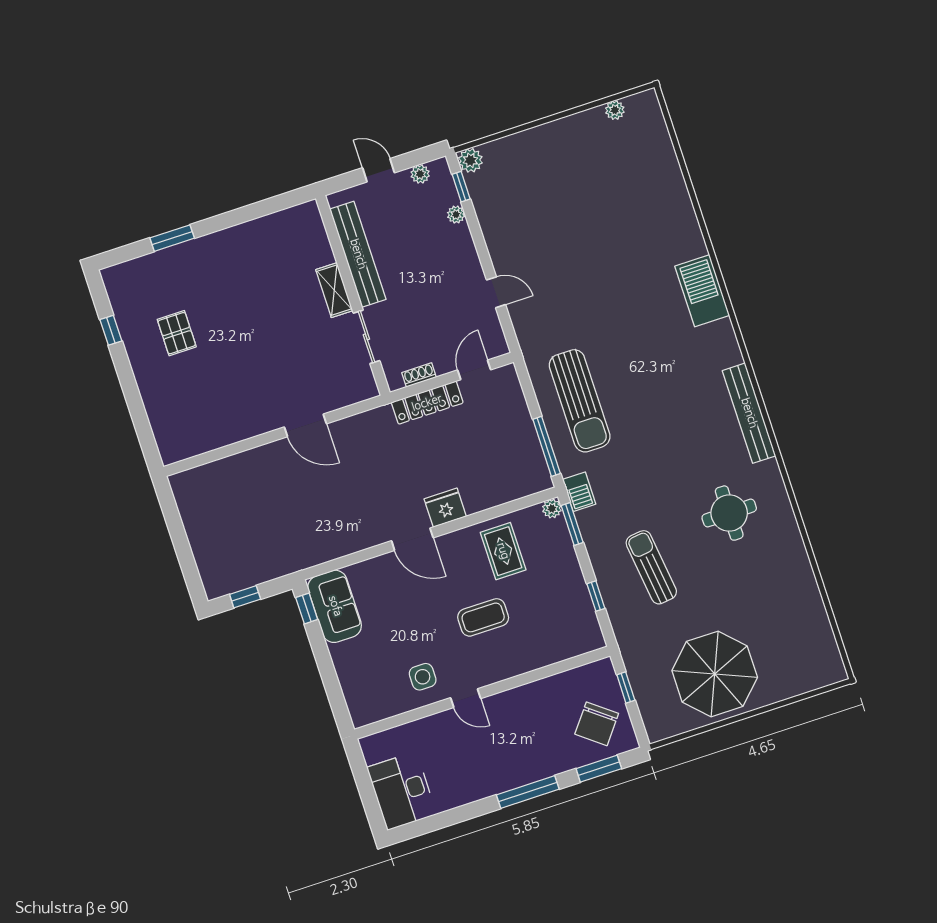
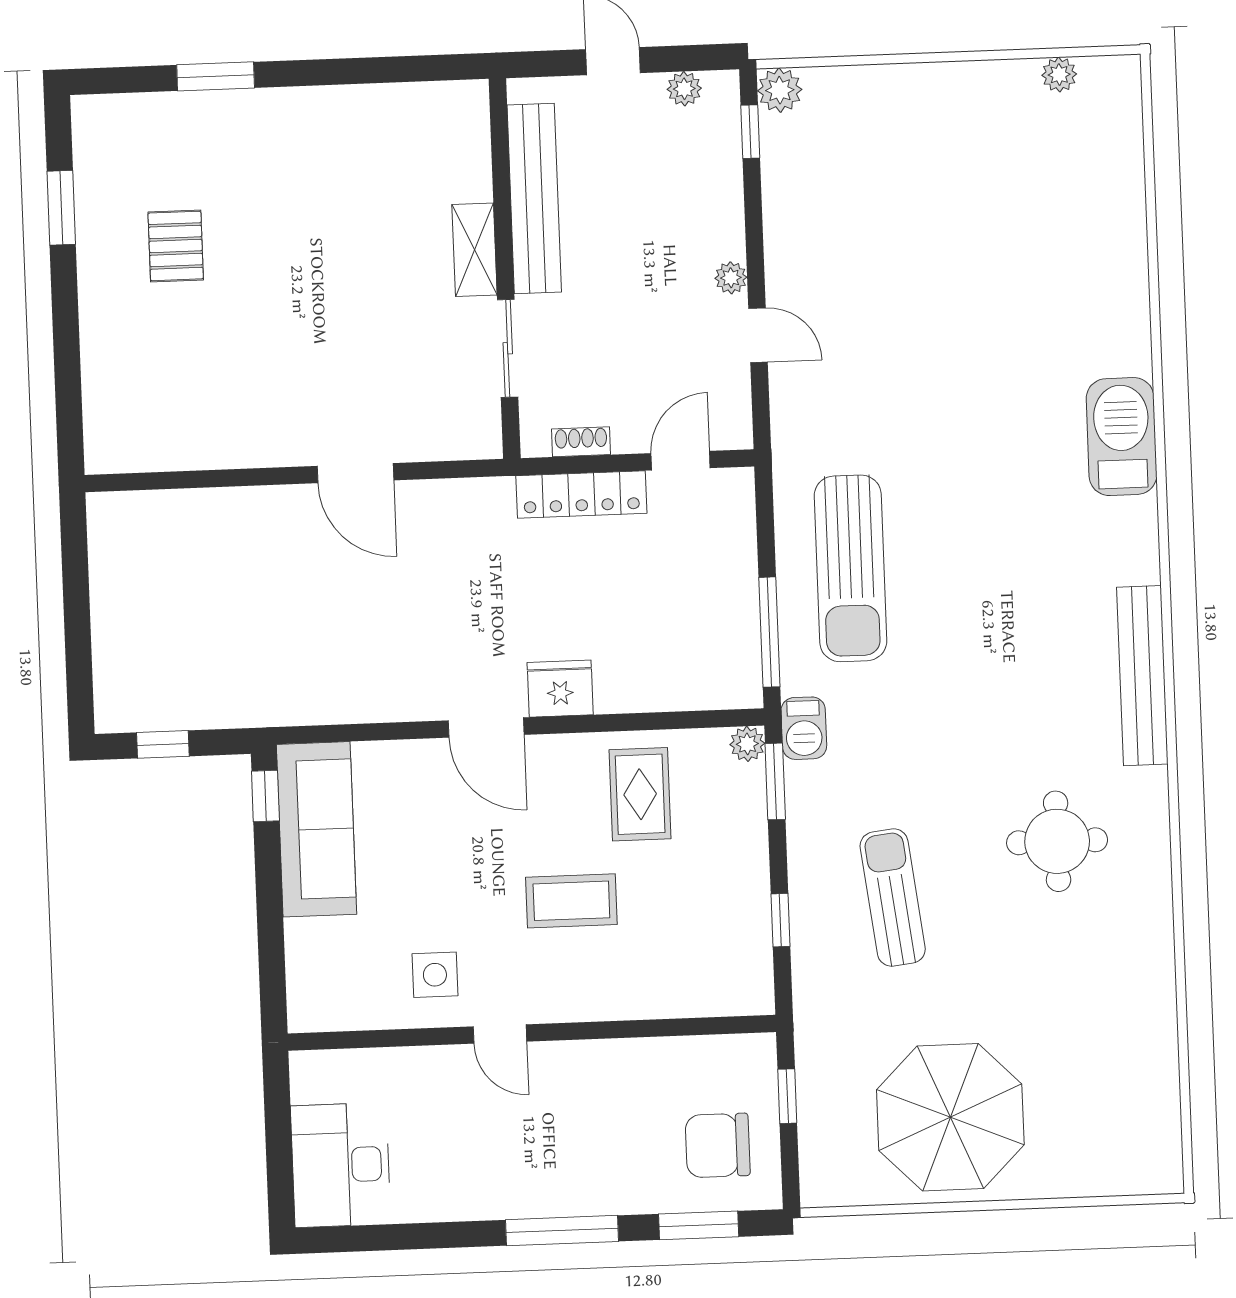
plant: (456, 215) -> (731, 278), moved
window: (111, 330) -> (61, 208), width x1.50
sofa: (335, 606) -> (317, 829), width x1.36
chair: (597, 724) -> (718, 1145), turned 52

